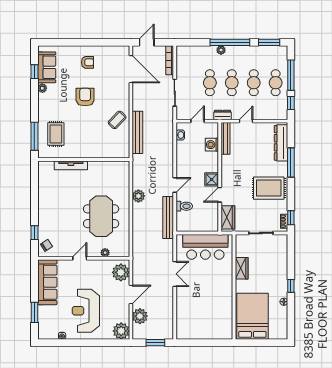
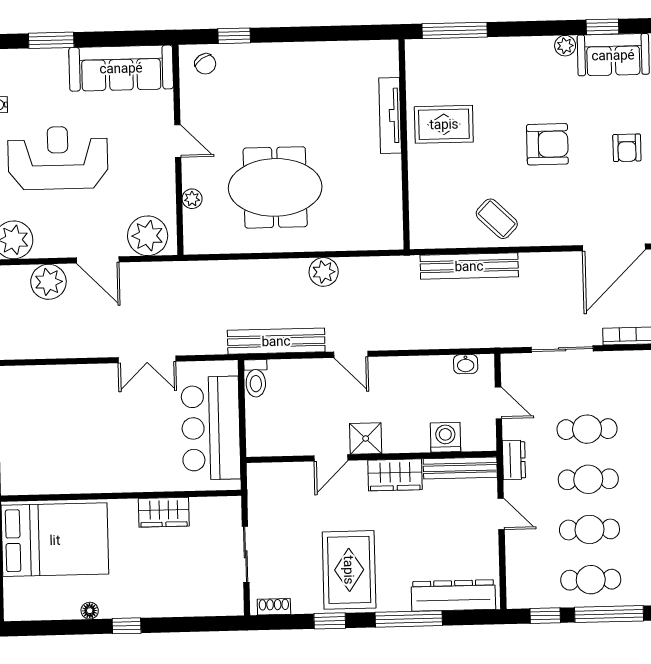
rug: (56, 134) -> (444, 124), moved
door: (220, 195) -> (331, 458), swing flipped
toilet: (184, 206) -> (256, 378), moved
wardrobe: (228, 217) -> (395, 475), moved
window: (291, 218) -> (330, 621), moved

